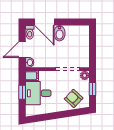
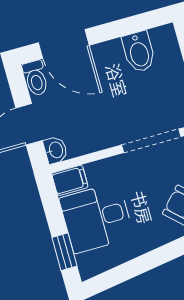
bidet: (60, 33) -> (139, 52), moved
window: (22, 92) -> (64, 252), moved

